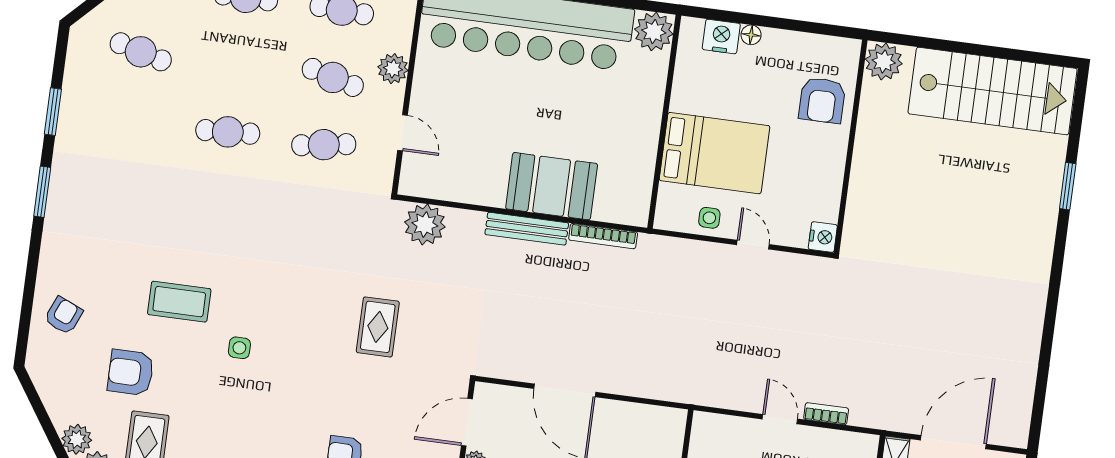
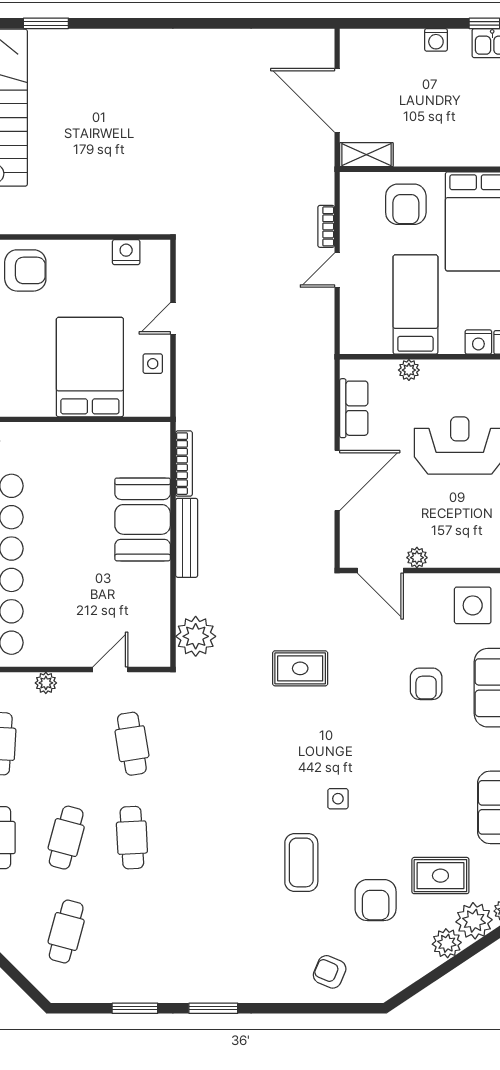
plant: (393, 69) -> (46, 683), width x0.73, depth x0.73
cafe table: (333, 77) -> (66, 838), moved
window: (1068, 186) -> (46, 23), moved
nightstand: (823, 237) -> (126, 252), moved
row of seats: (636, 417) -> (354, 408), added

